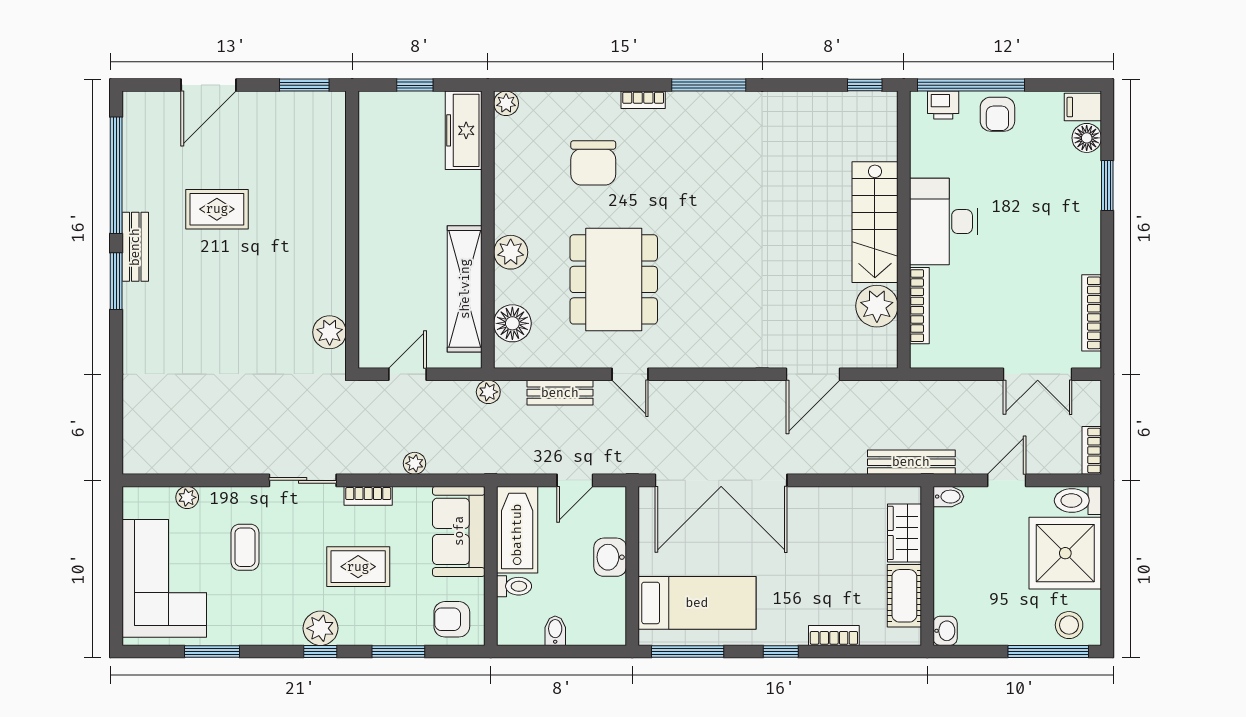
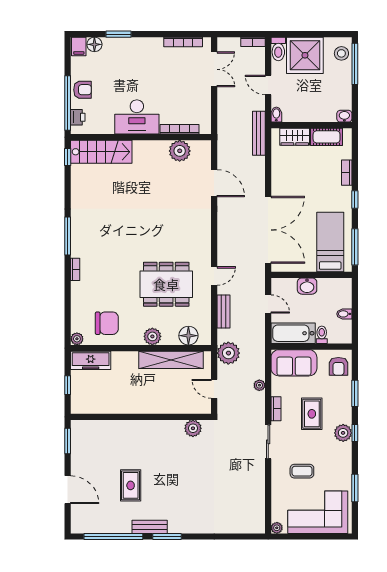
chair: (593, 163) -> (107, 323), moved
stairs: (875, 222) -> (101, 152), moved
plant: (488, 392) -> (228, 353), width x1.88, depth x1.88
plant: (187, 497) -> (277, 528), moved

